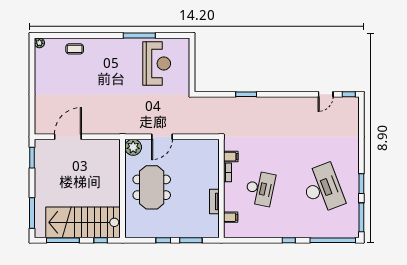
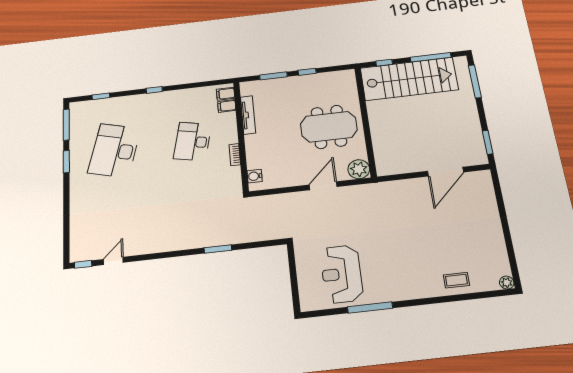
water cooler: (214, 152) -> (255, 176), added
filing cabinet: (231, 157) -> (226, 94), moved
meeting table: (152, 187) -> (329, 127), turned 90
desk: (323, 188) -> (114, 151), turned 36
tv unit: (214, 202) -> (248, 115), width x1.41
window: (333, 240) -> (101, 96), width x0.32

